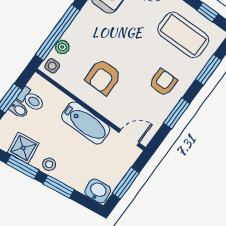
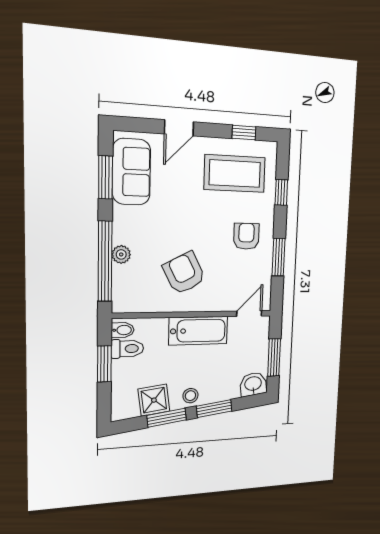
plant: (62, 47) -> (121, 254), moved
side table: (52, 66) -> (125, 300), removed
window: (208, 70) -> (281, 192), width x0.67
armchair: (103, 77) -> (184, 273), turned 153
bidet: (19, 109) -> (123, 330), moved

